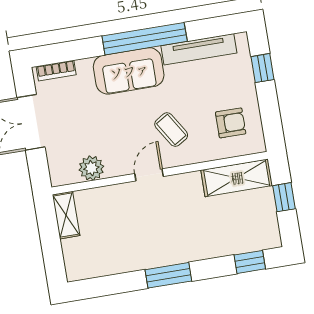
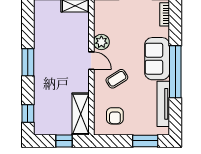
window: (263, 68) -> (145, 141), width x1.50
plant: (91, 168) -> (101, 42), moved

